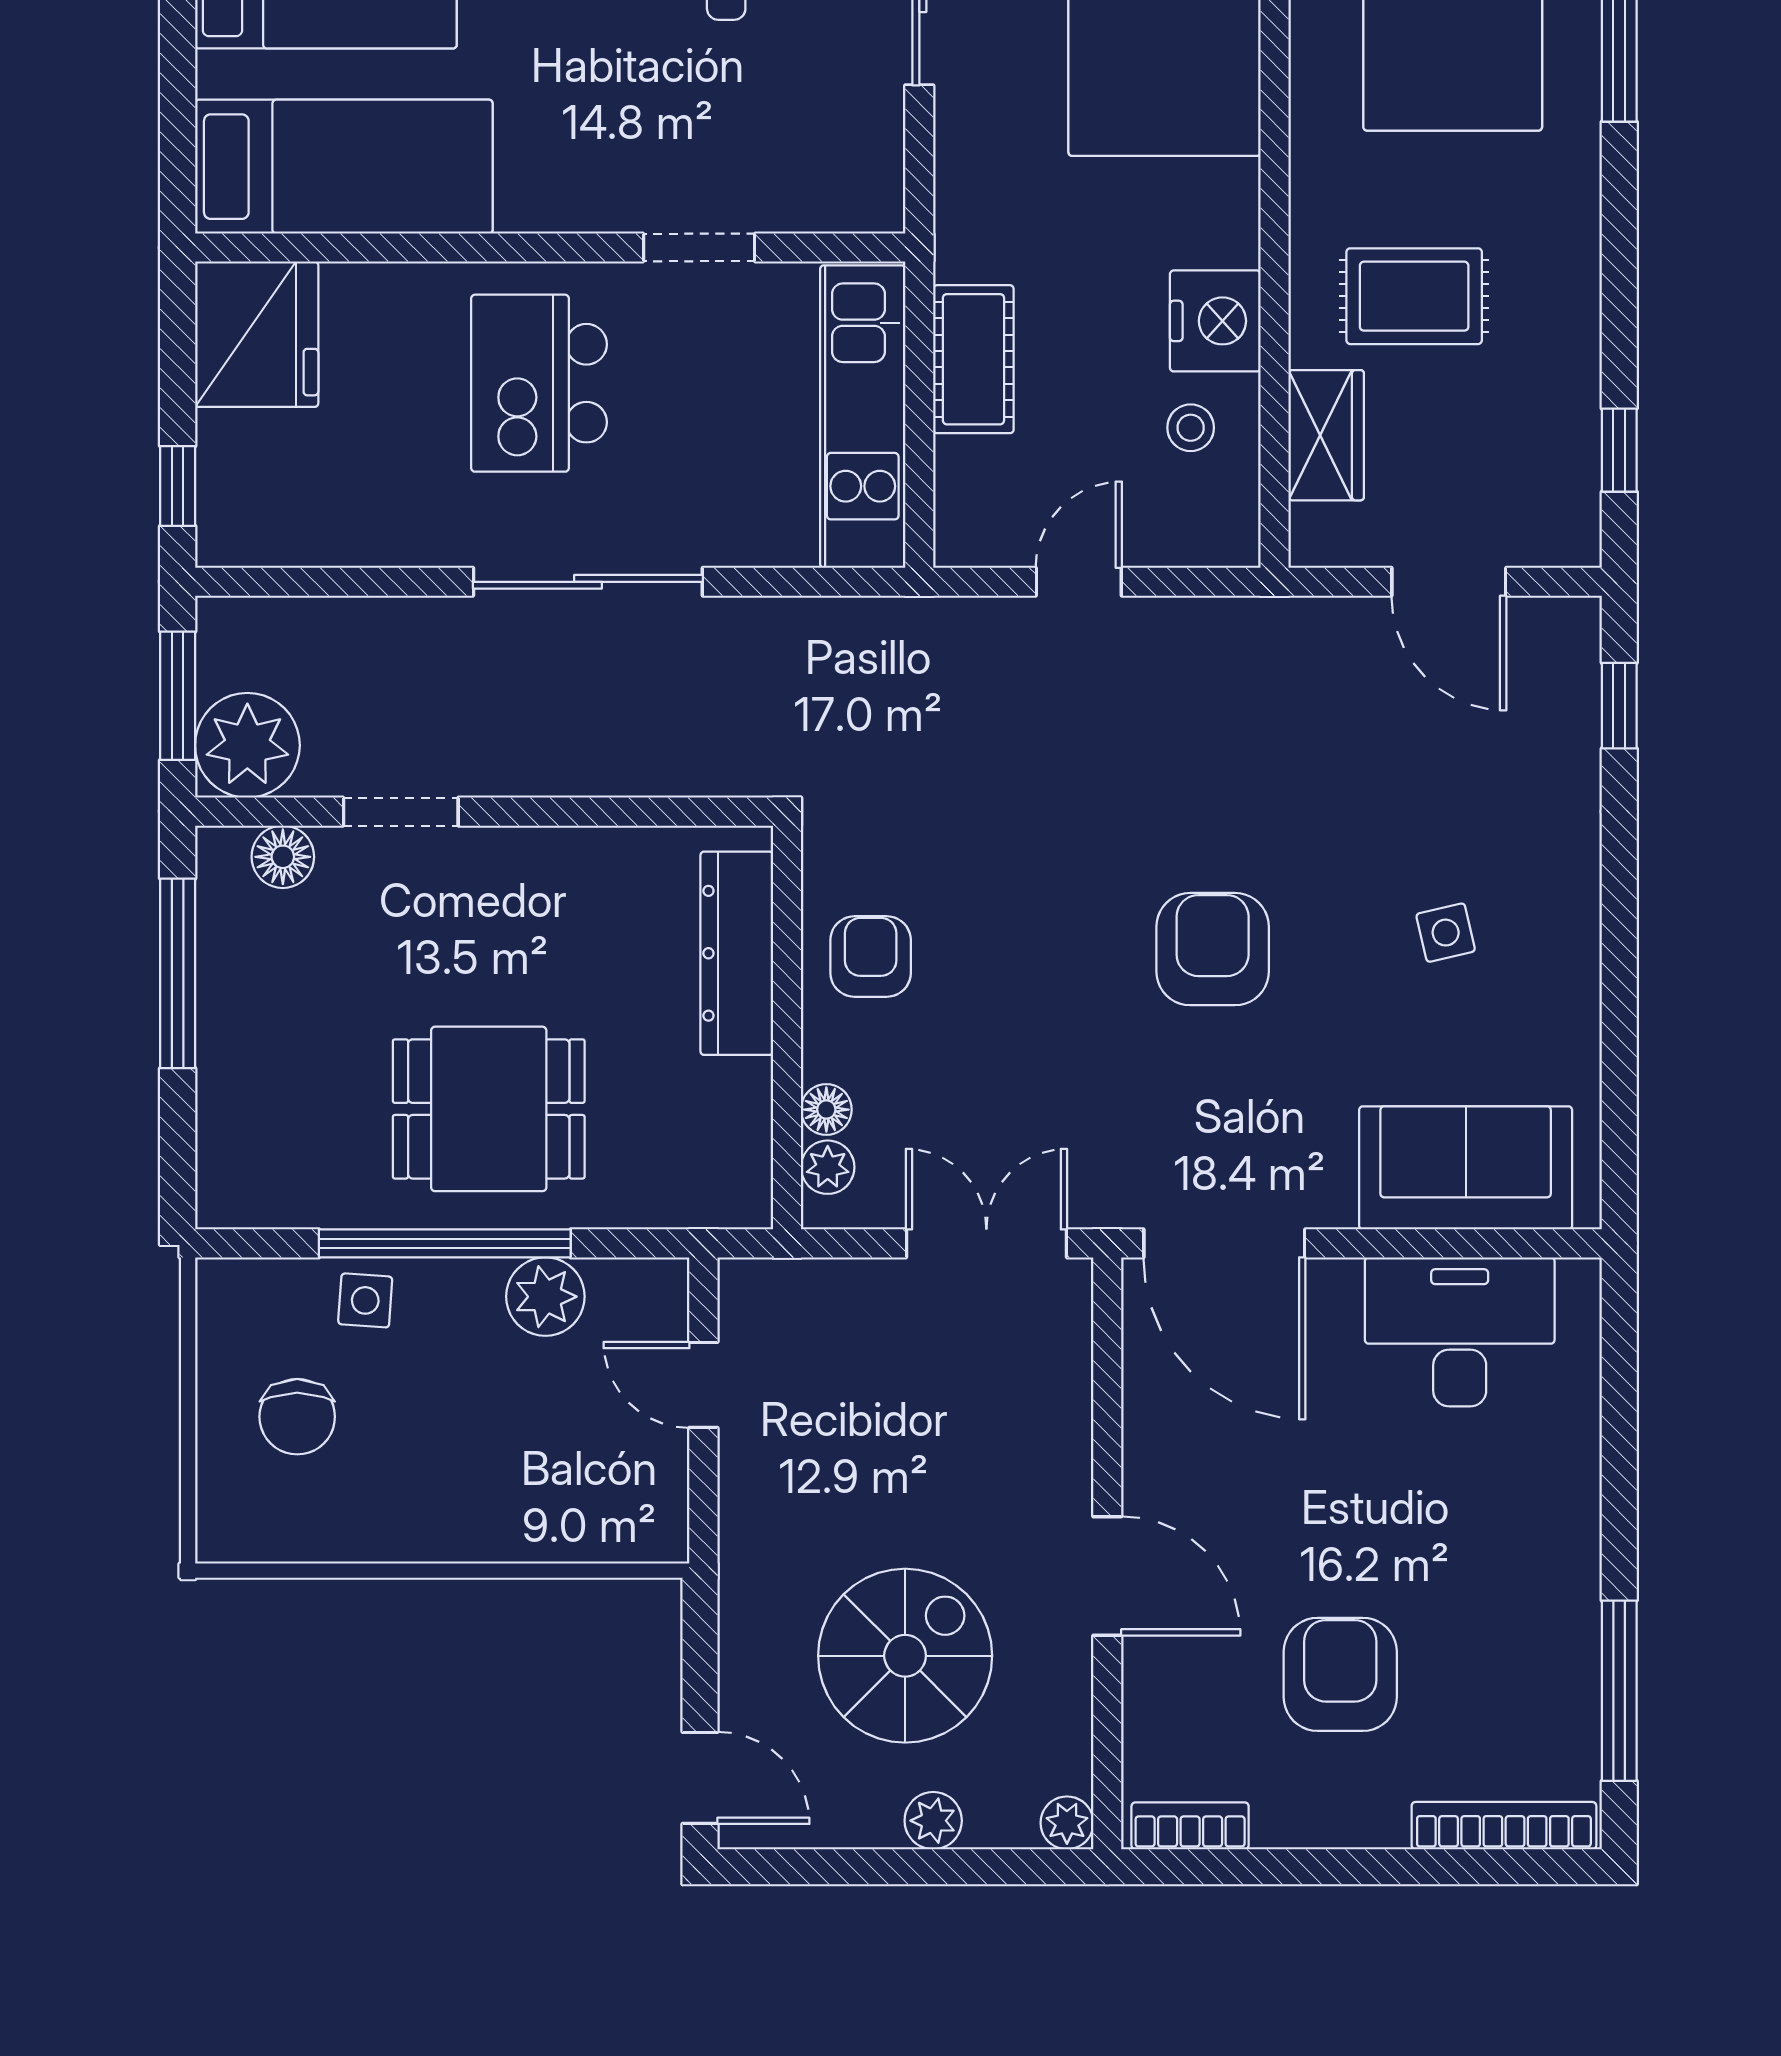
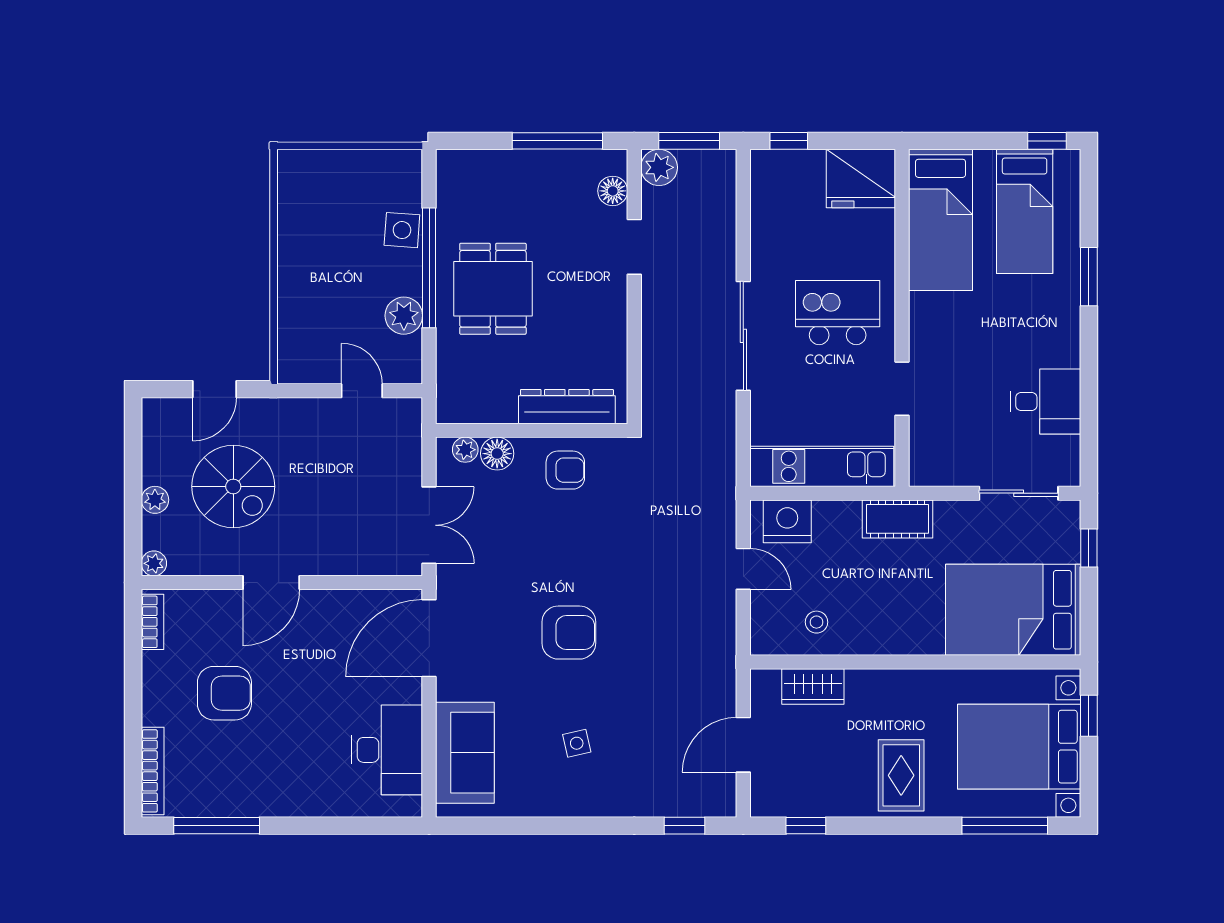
rug: (1414, 296) -> (901, 775), moved
nightstand: (1215, 321) -> (787, 521), moved, turned 180
cot: (973, 359) -> (898, 519), moved
plant: (247, 745) -> (659, 167), width x0.73, depth x0.73
floor lamp: (826, 1110) -> (497, 454), width x1.37, depth x1.37
side table: (365, 1300) -> (402, 230), width x1.37, depth x1.37
door: (703, 1385) -> (362, 391), hinge flipped
chair: (297, 1417) -> (347, 198), removed
door: (700, 1778) -> (215, 389), moved

